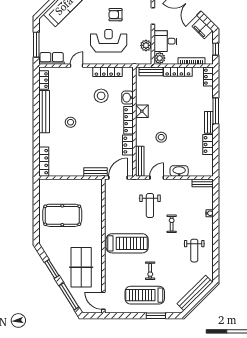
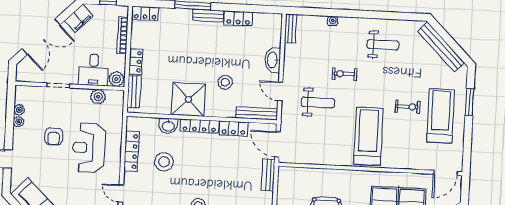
locker: (178, 72) -> (136, 62), width x0.66
shower: (142, 111) -> (188, 99), width x1.86, depth x1.86
treadmill: (145, 295) -> (441, 116), turned 180

